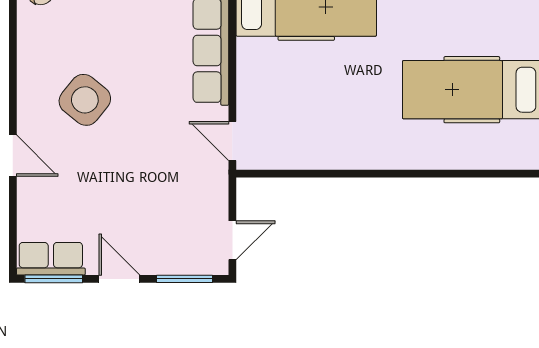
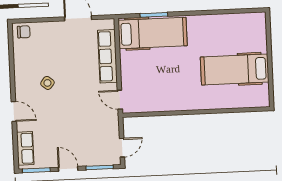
side table: (85, 100) -> (47, 83), width x0.54, depth x0.54
row of seats: (51, 259) -> (25, 148), moved, turned 90

